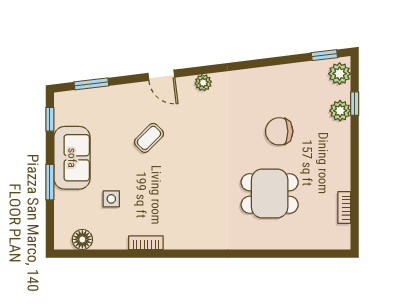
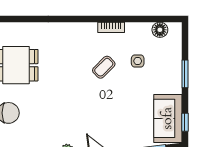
coffee table: (149, 138) -> (104, 67), moved
sofa: (72, 158) -> (168, 118), moved

